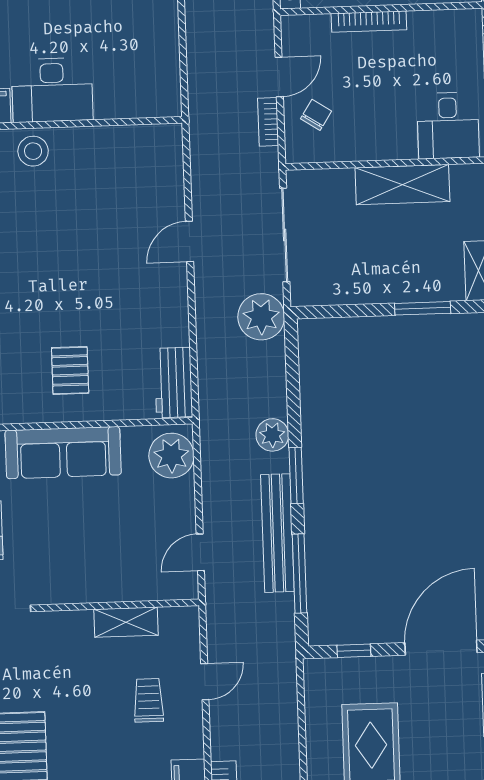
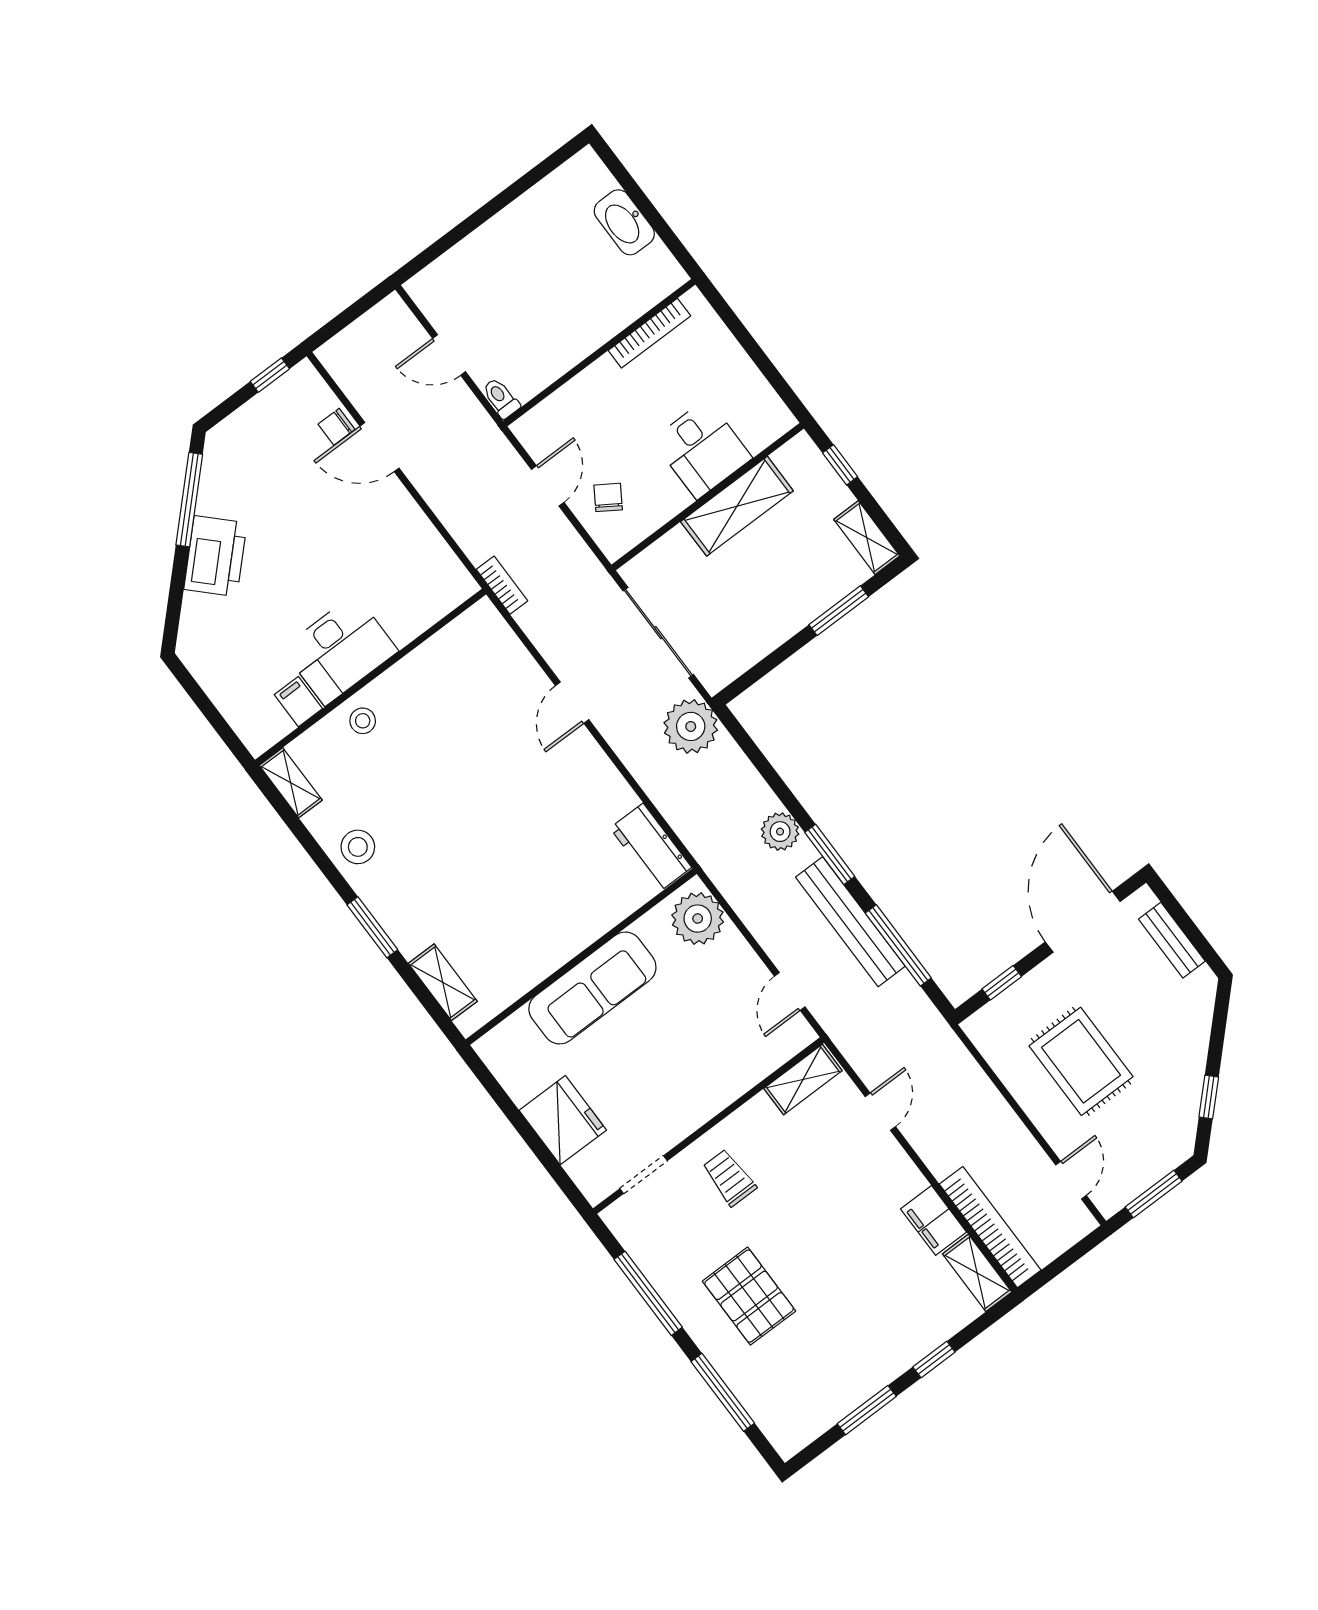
bookcase: (369, 22) -> (649, 333), moved
bookcase: (268, 122) -> (502, 585), moved, turned 180
desk: (448, 126) -> (702, 449), moved
stool: (33, 151) -> (363, 721), width x0.73, depth x0.73
pallet: (70, 370) -> (544, 905), removed
shelving: (126, 622) -> (803, 1080), moved
trolley: (148, 700) -> (729, 1178), moved

